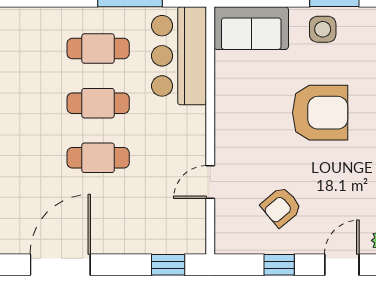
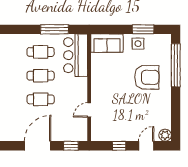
armchair: (320, 113) -> (147, 77), moved
armchair: (281, 207) -> (120, 121), removed
door: (60, 265) -> (38, 146), moved

